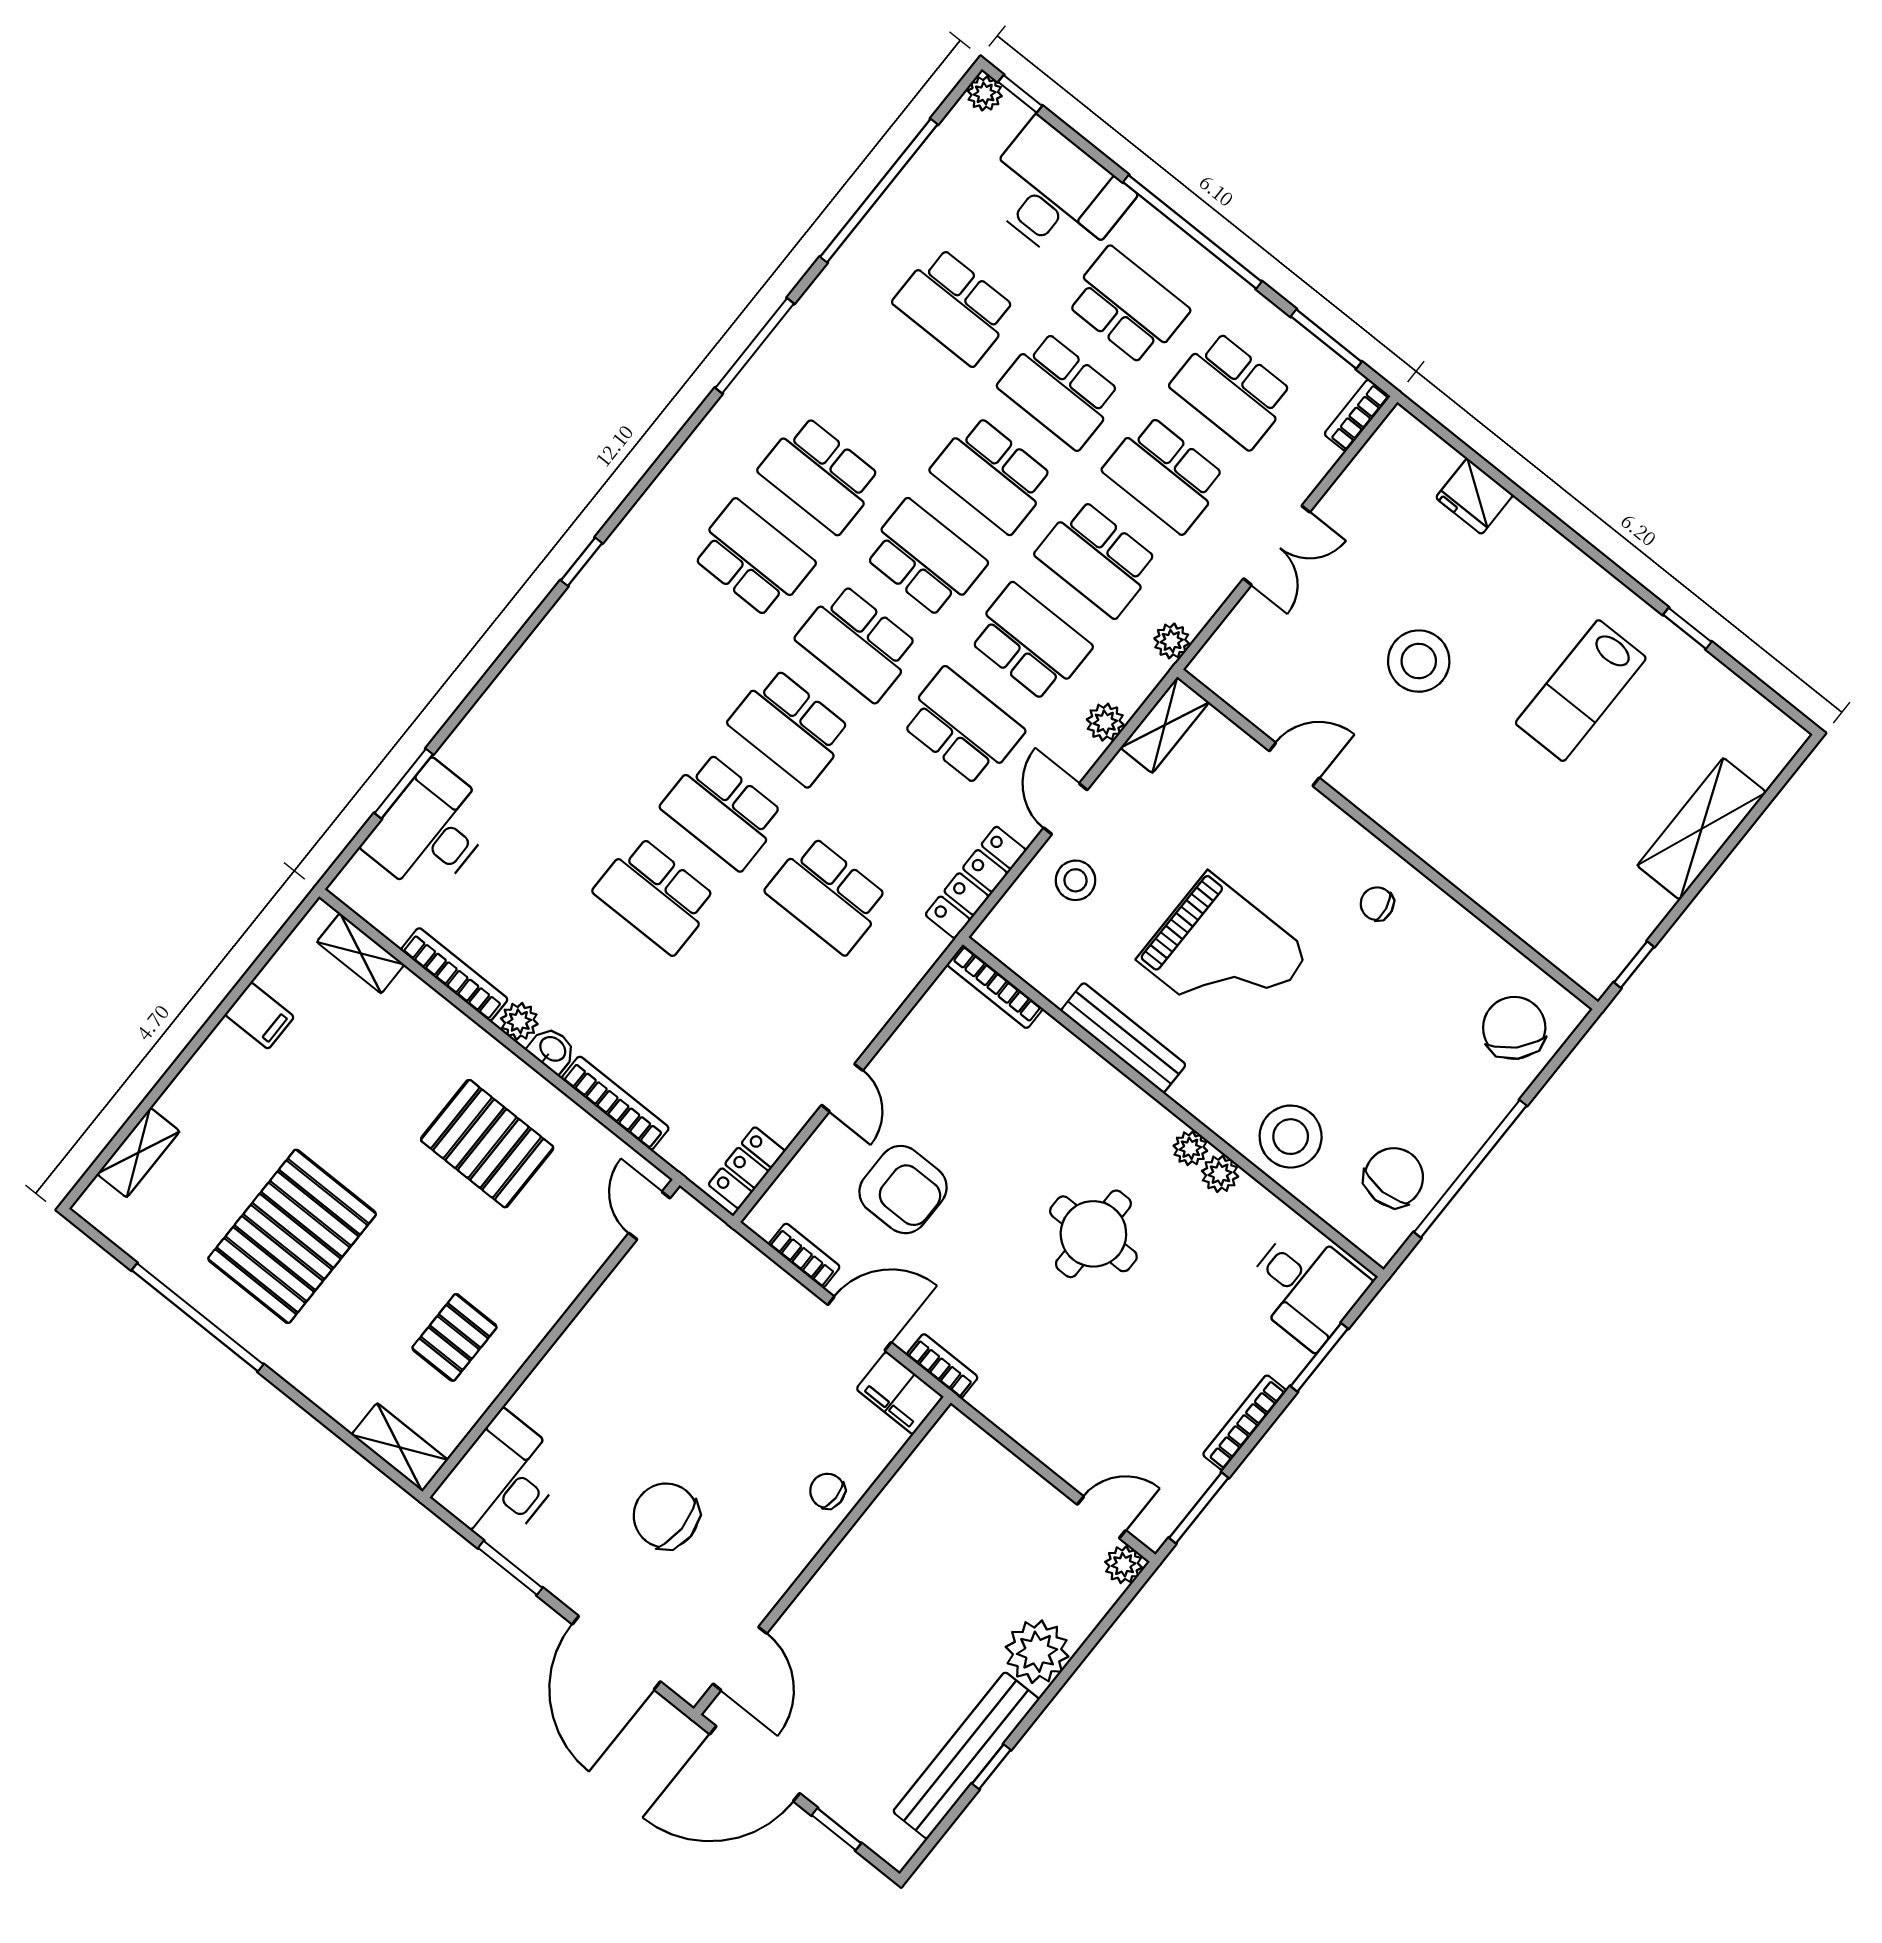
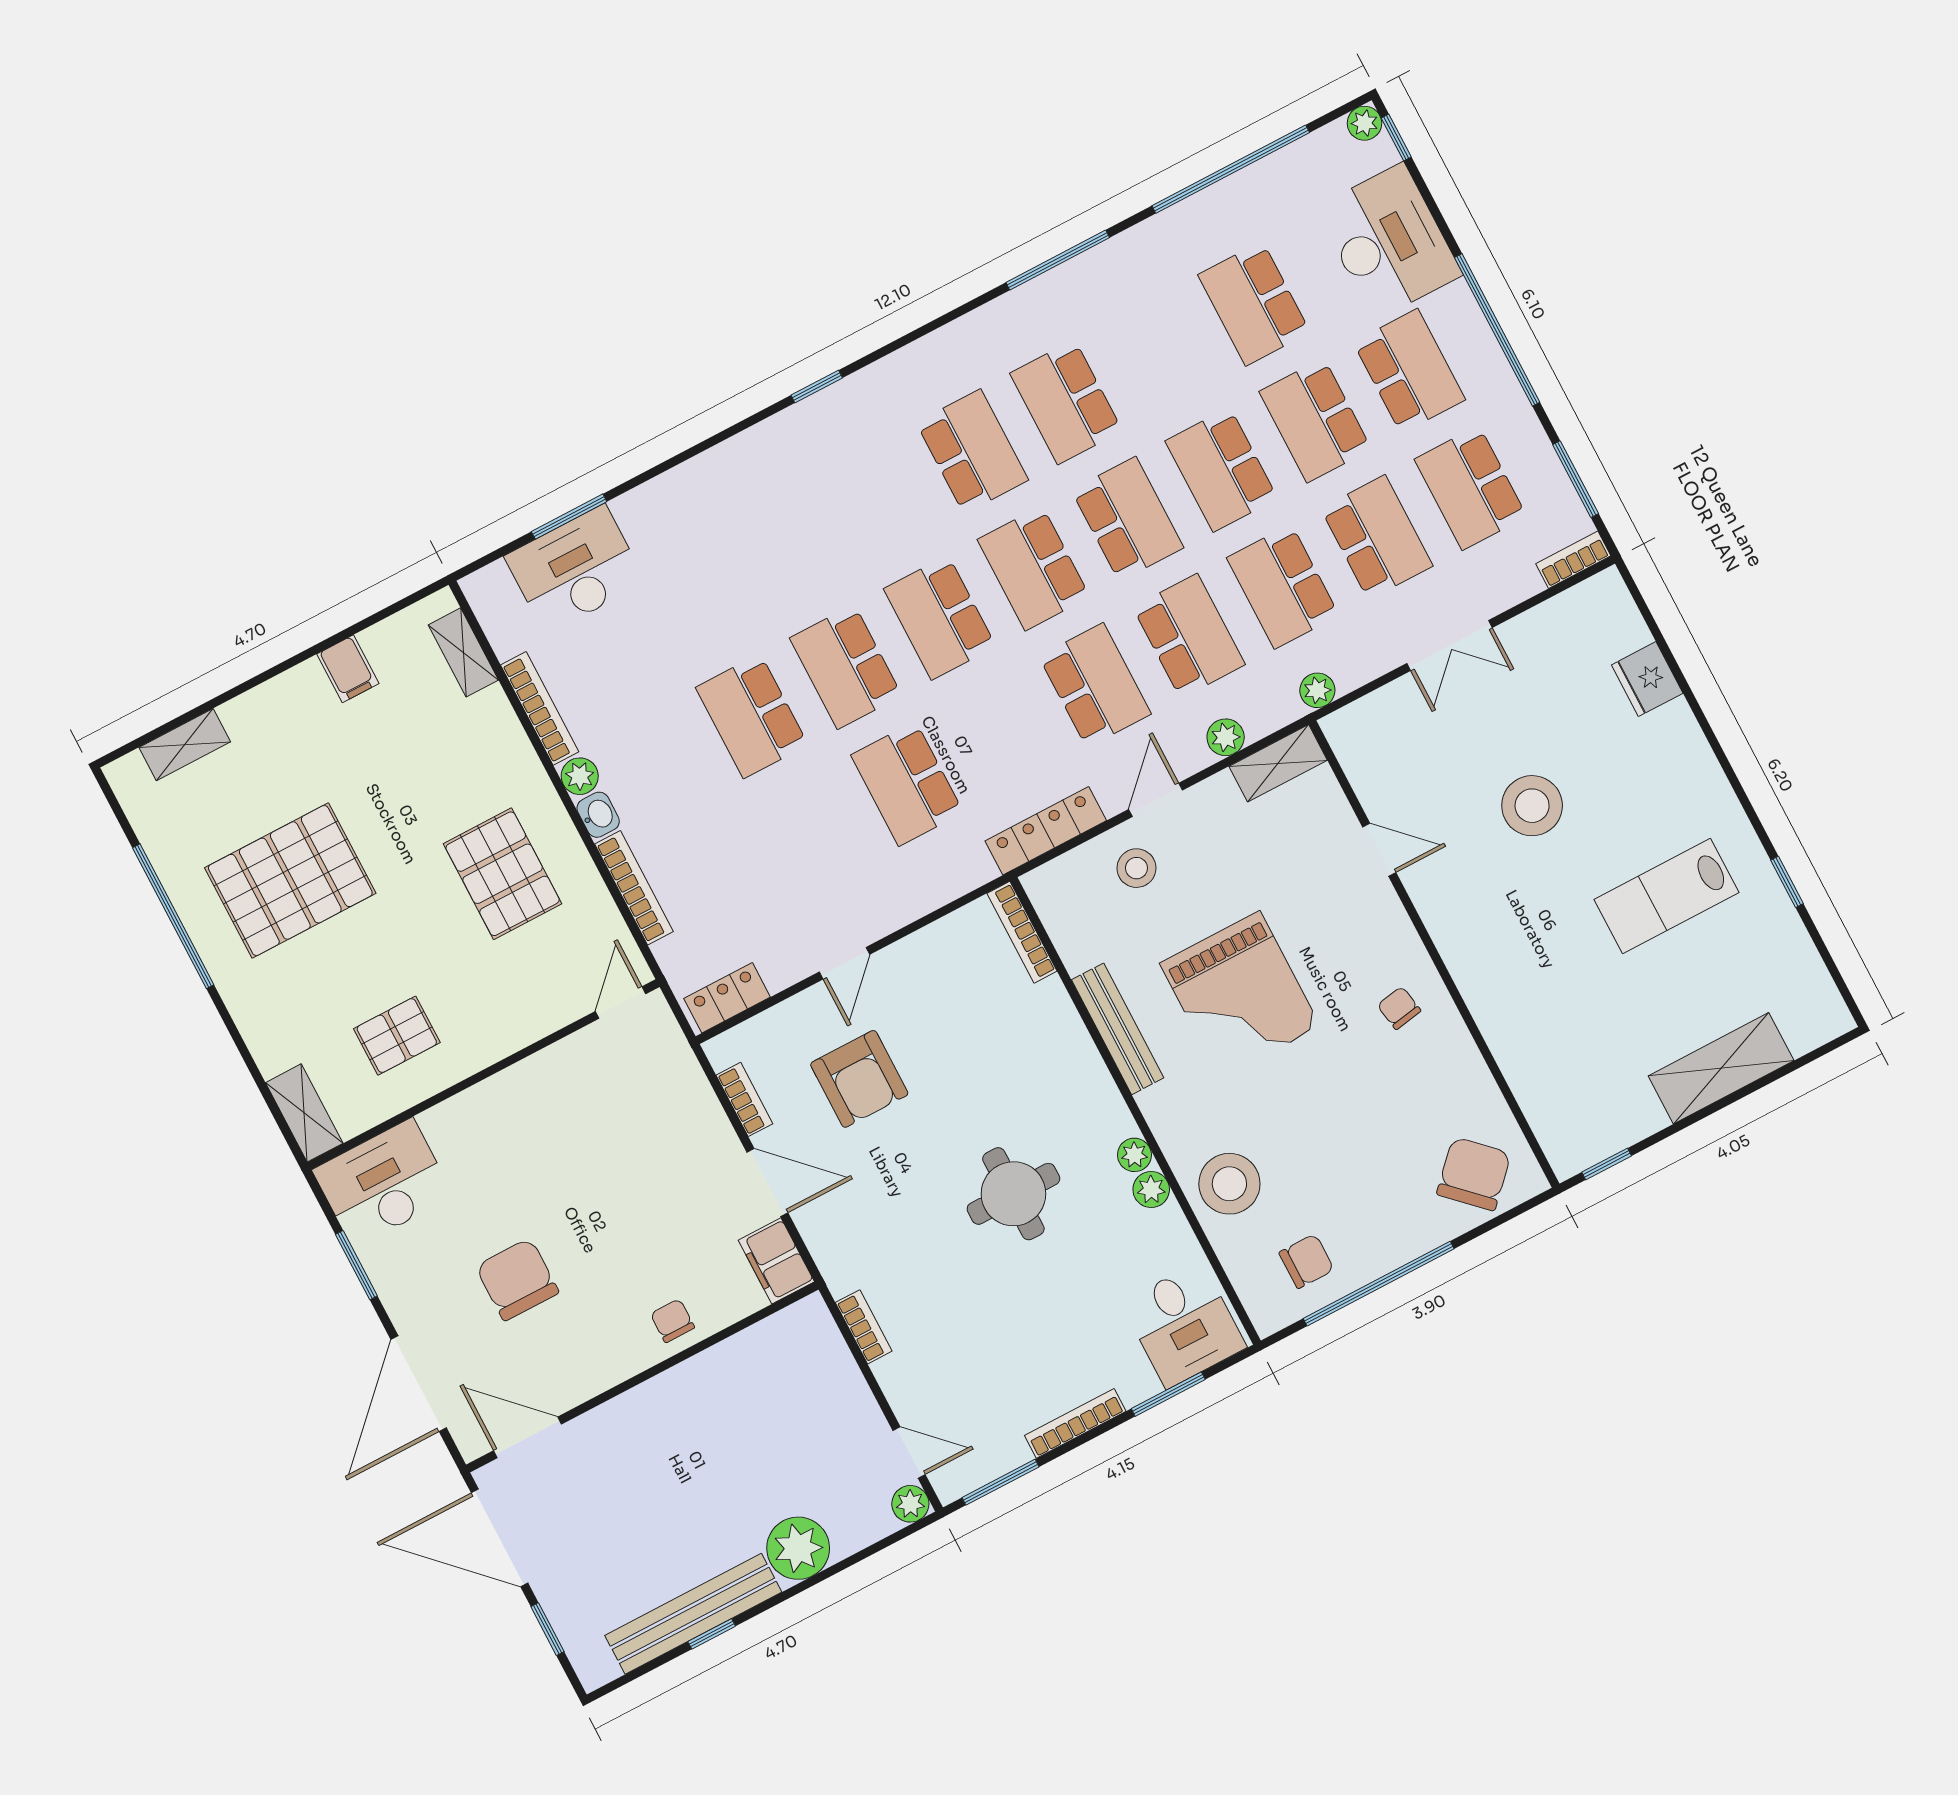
school desk: (1165, 474) -> (1377, 537), turned 180
chair: (1394, 1177) -> (1306, 1261), width x0.73, depth x0.73
bookcase: (942, 1366) -> (864, 1327), moved
door: (740, 1659) -> (528, 1437), swing flipped

